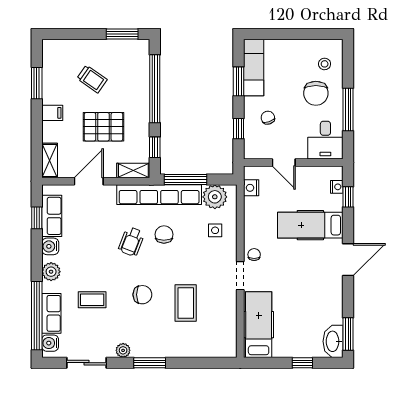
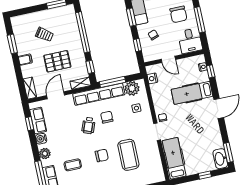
coffee table: (186, 303) -> (128, 155), width x1.36, depth x1.32

